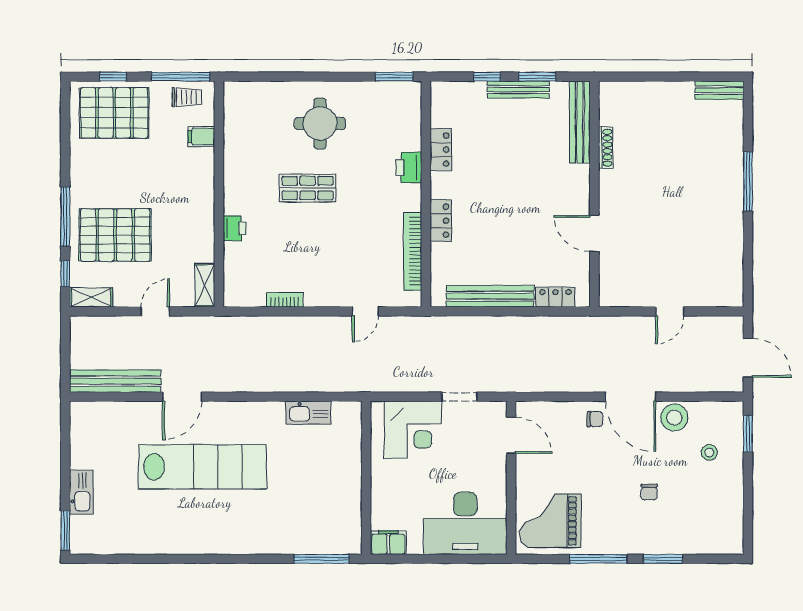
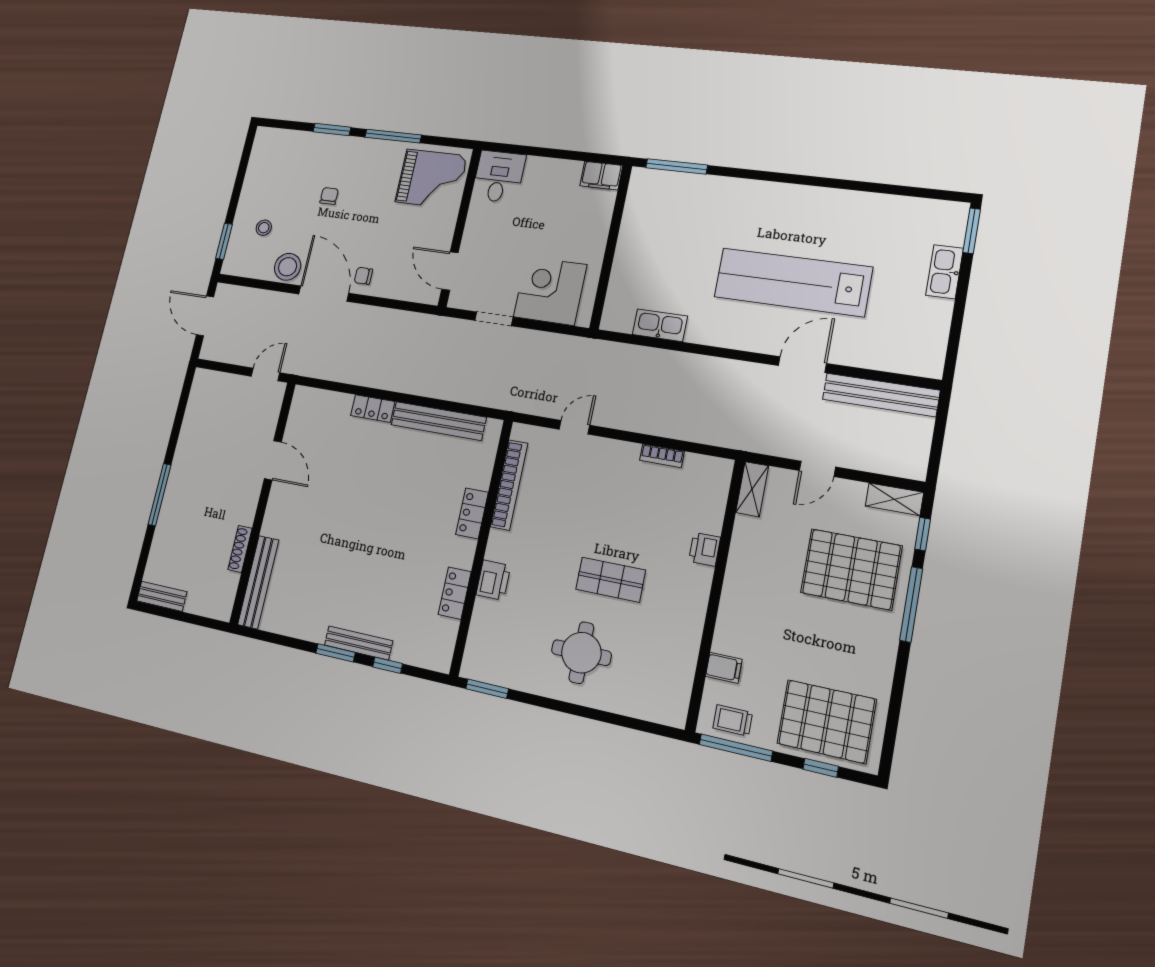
bench: (580, 122) -> (258, 582), moved
shoe rack: (606, 148) -> (240, 549), moved
wall: (594, 194) -> (263, 502), moved
door: (594, 233) -> (273, 460), moved
desk: (465, 523) -> (499, 177), width x0.53, depth x0.77

